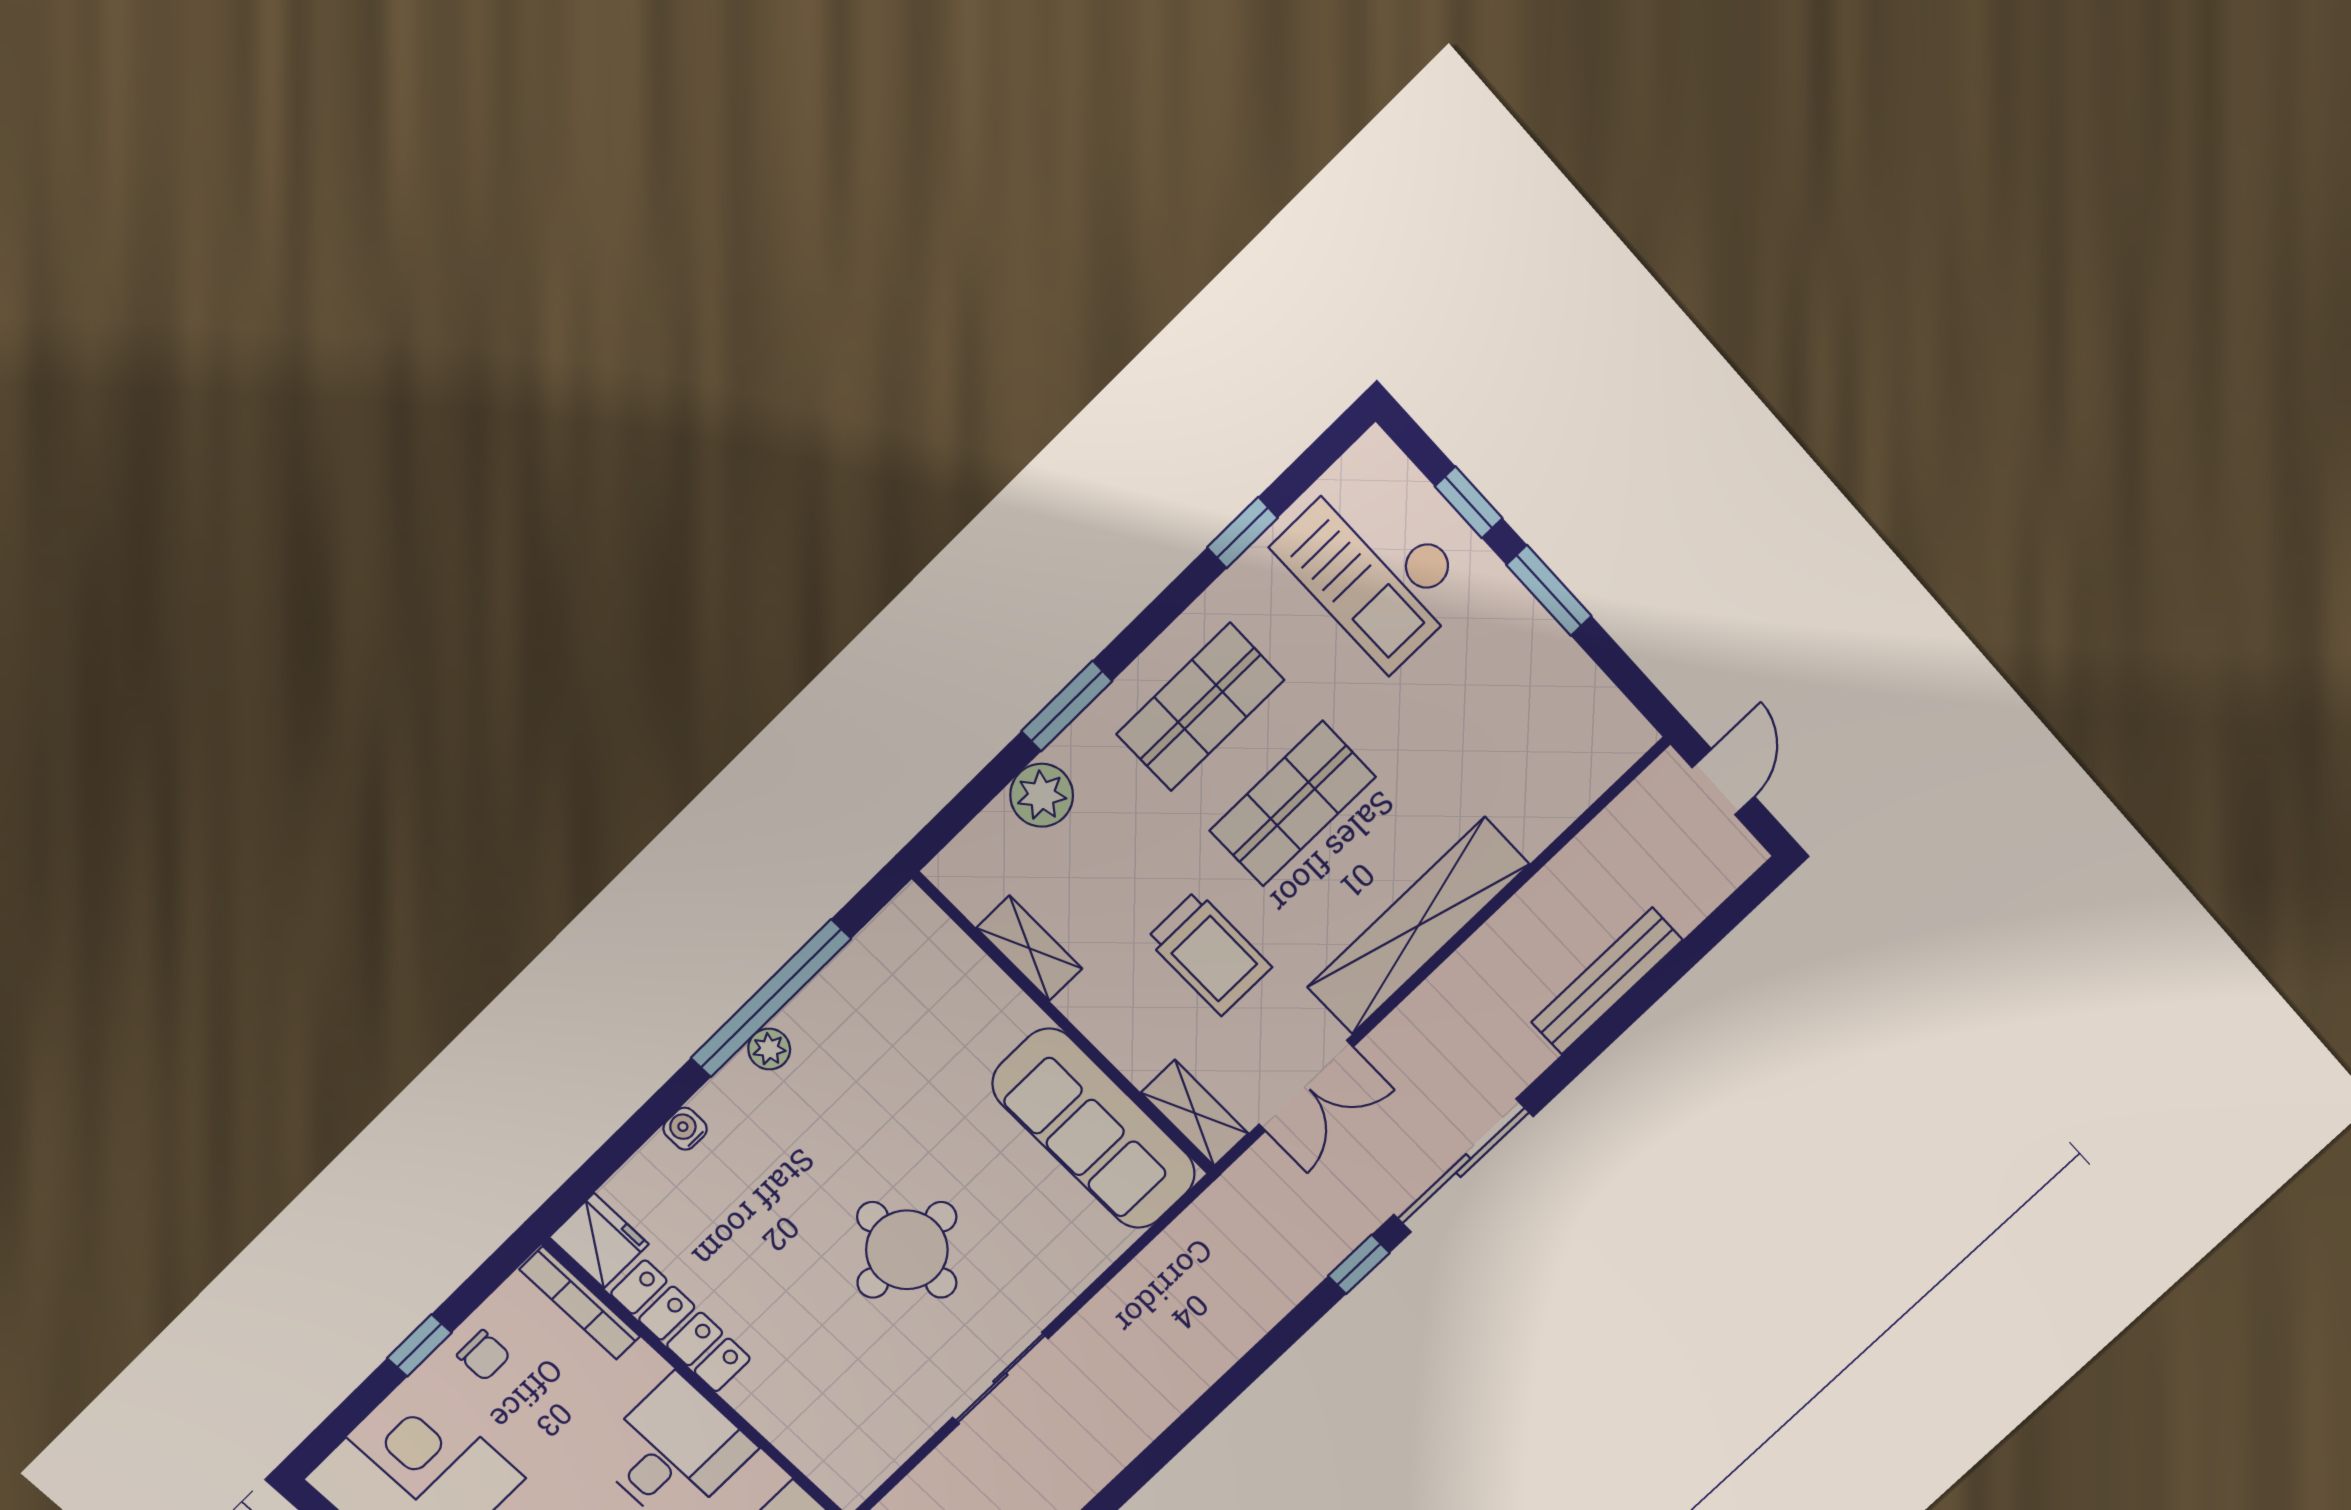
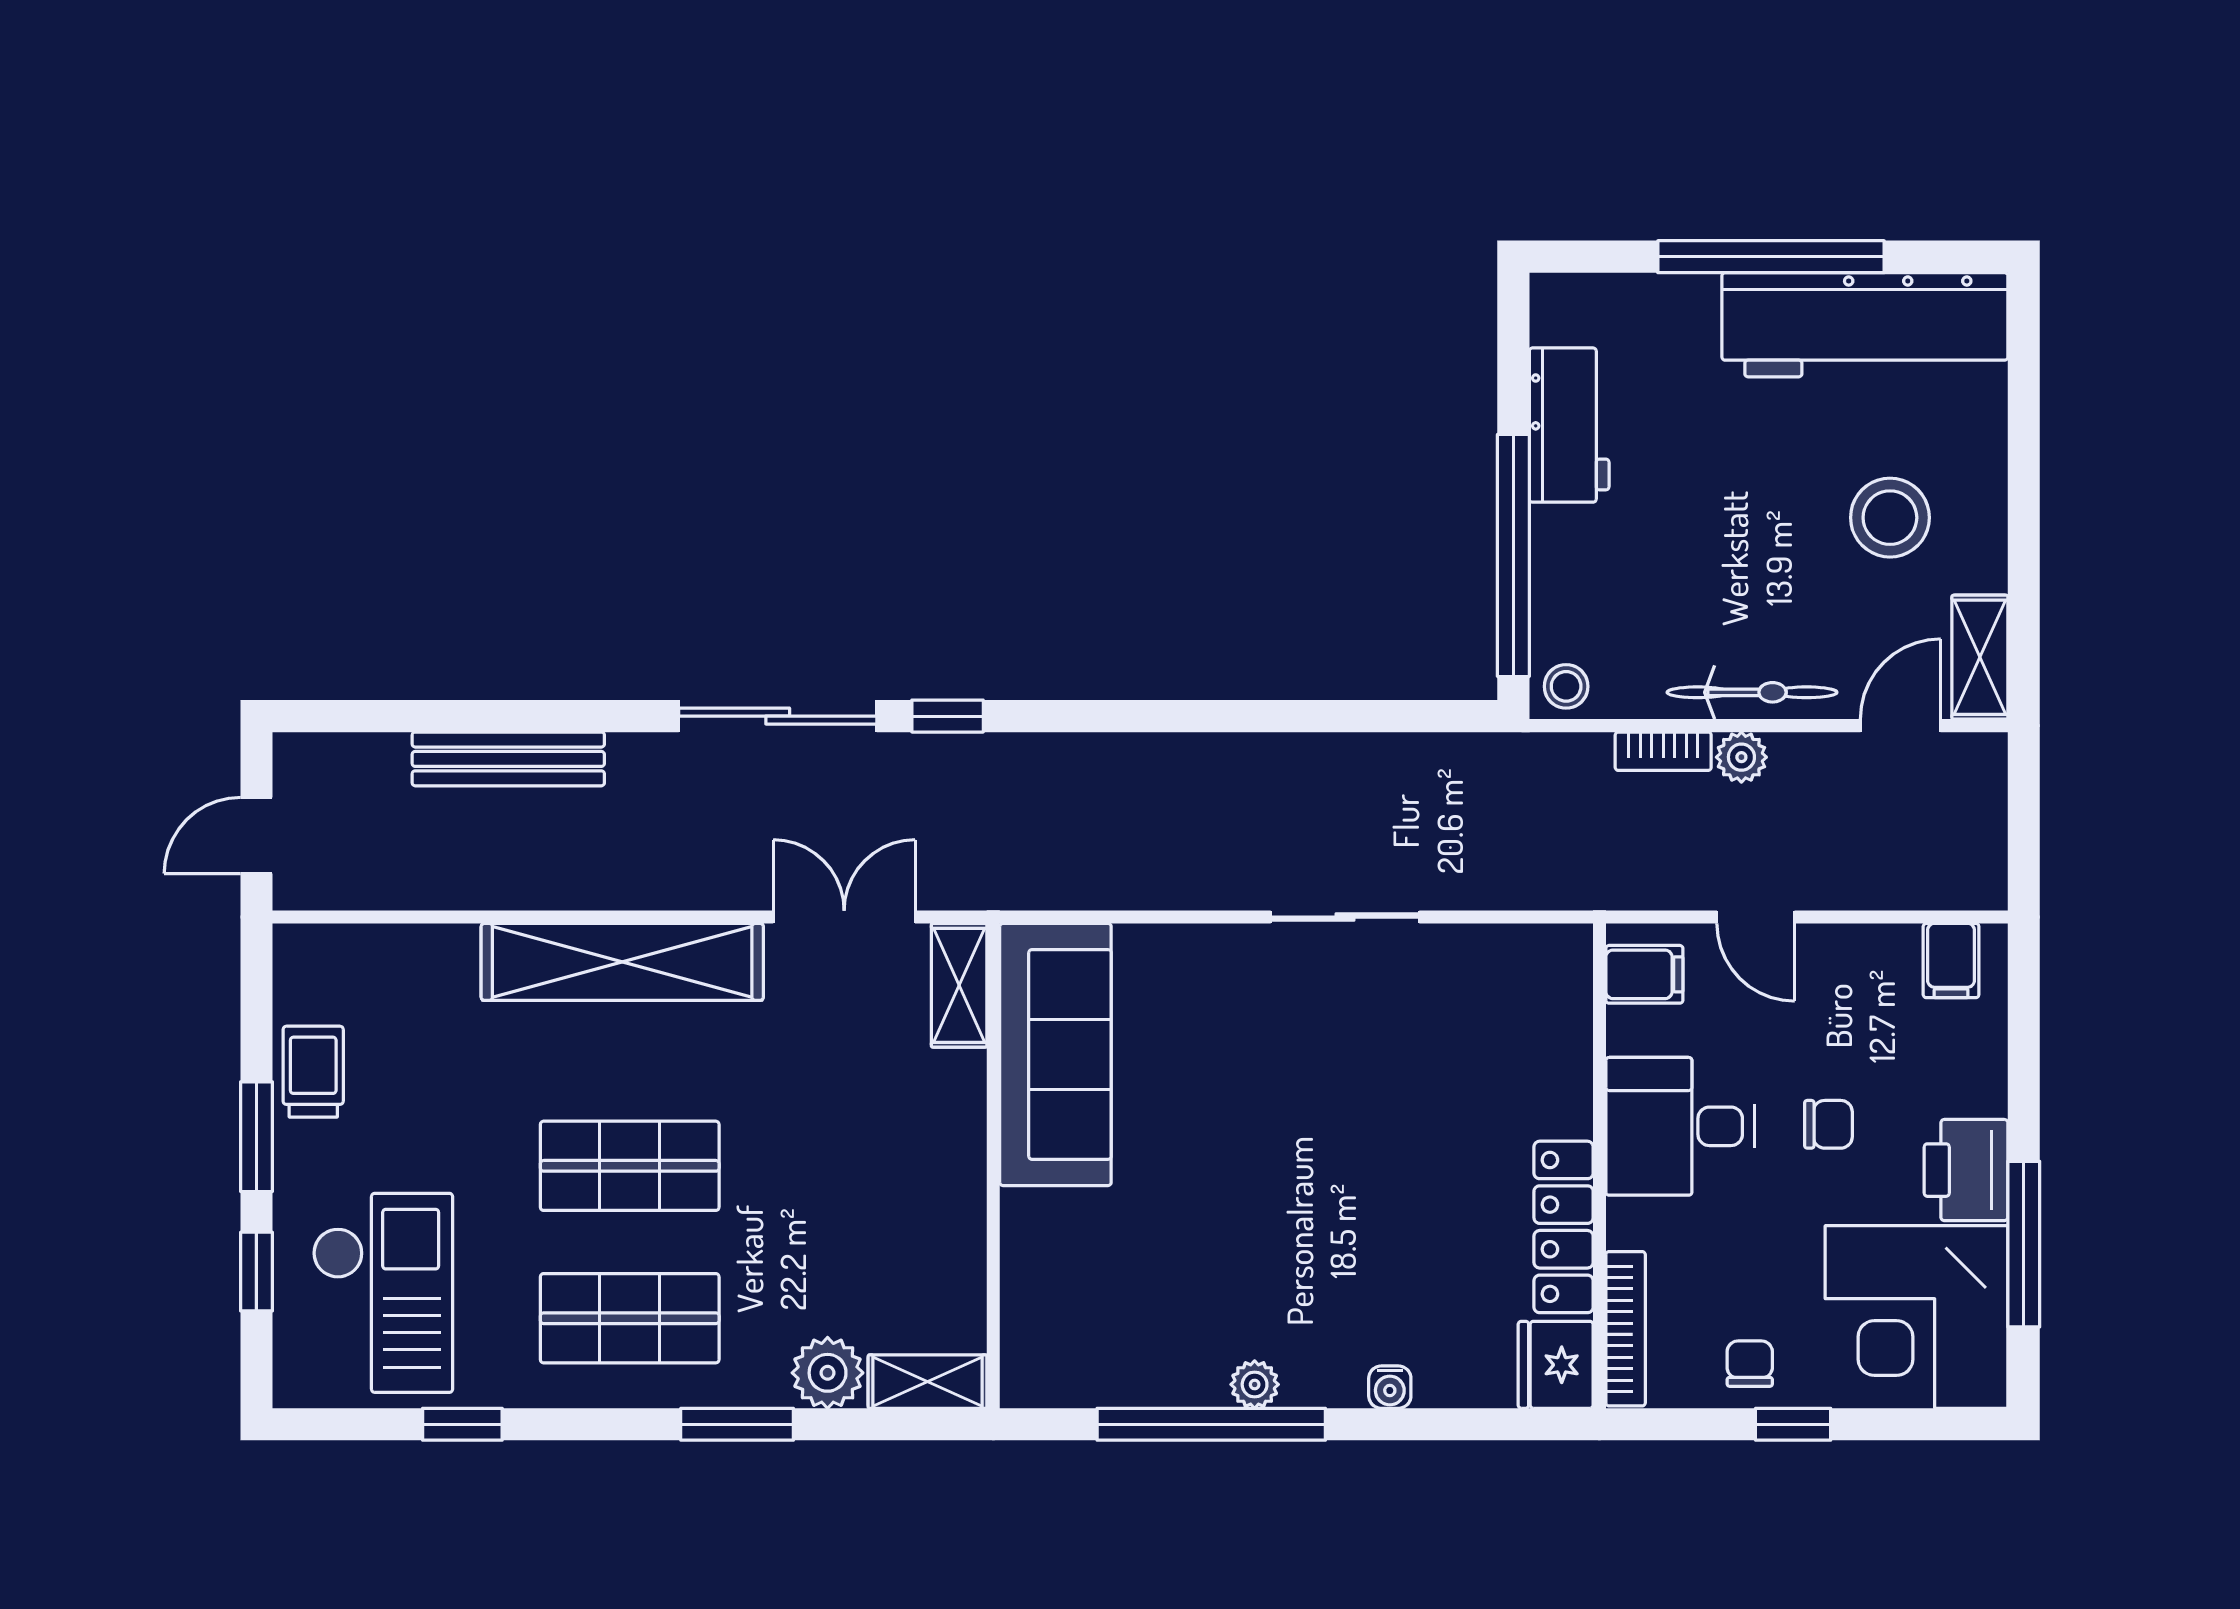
shelving: (1029, 948) -> (928, 1382), moved, turned 90
trolley: (1209, 953) -> (313, 1072), moved, width x0.73, depth x0.72
round table: (907, 1250) -> (1312, 1105), removed

